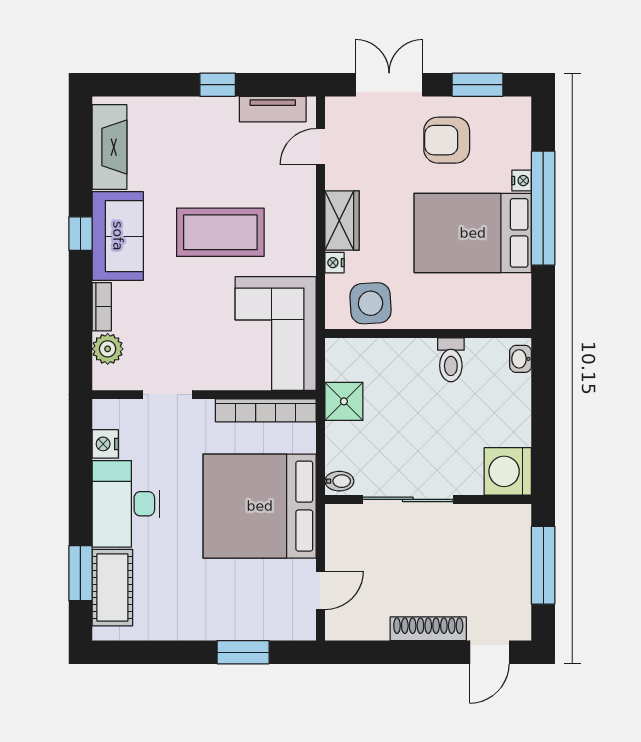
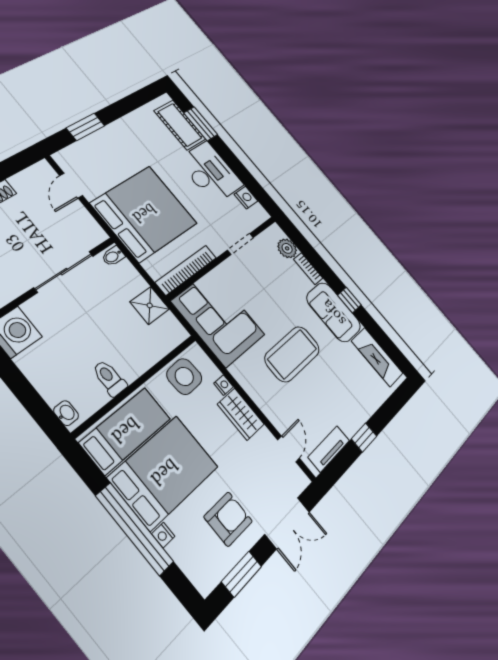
bed: (477, 299) -> (125, 430), added

